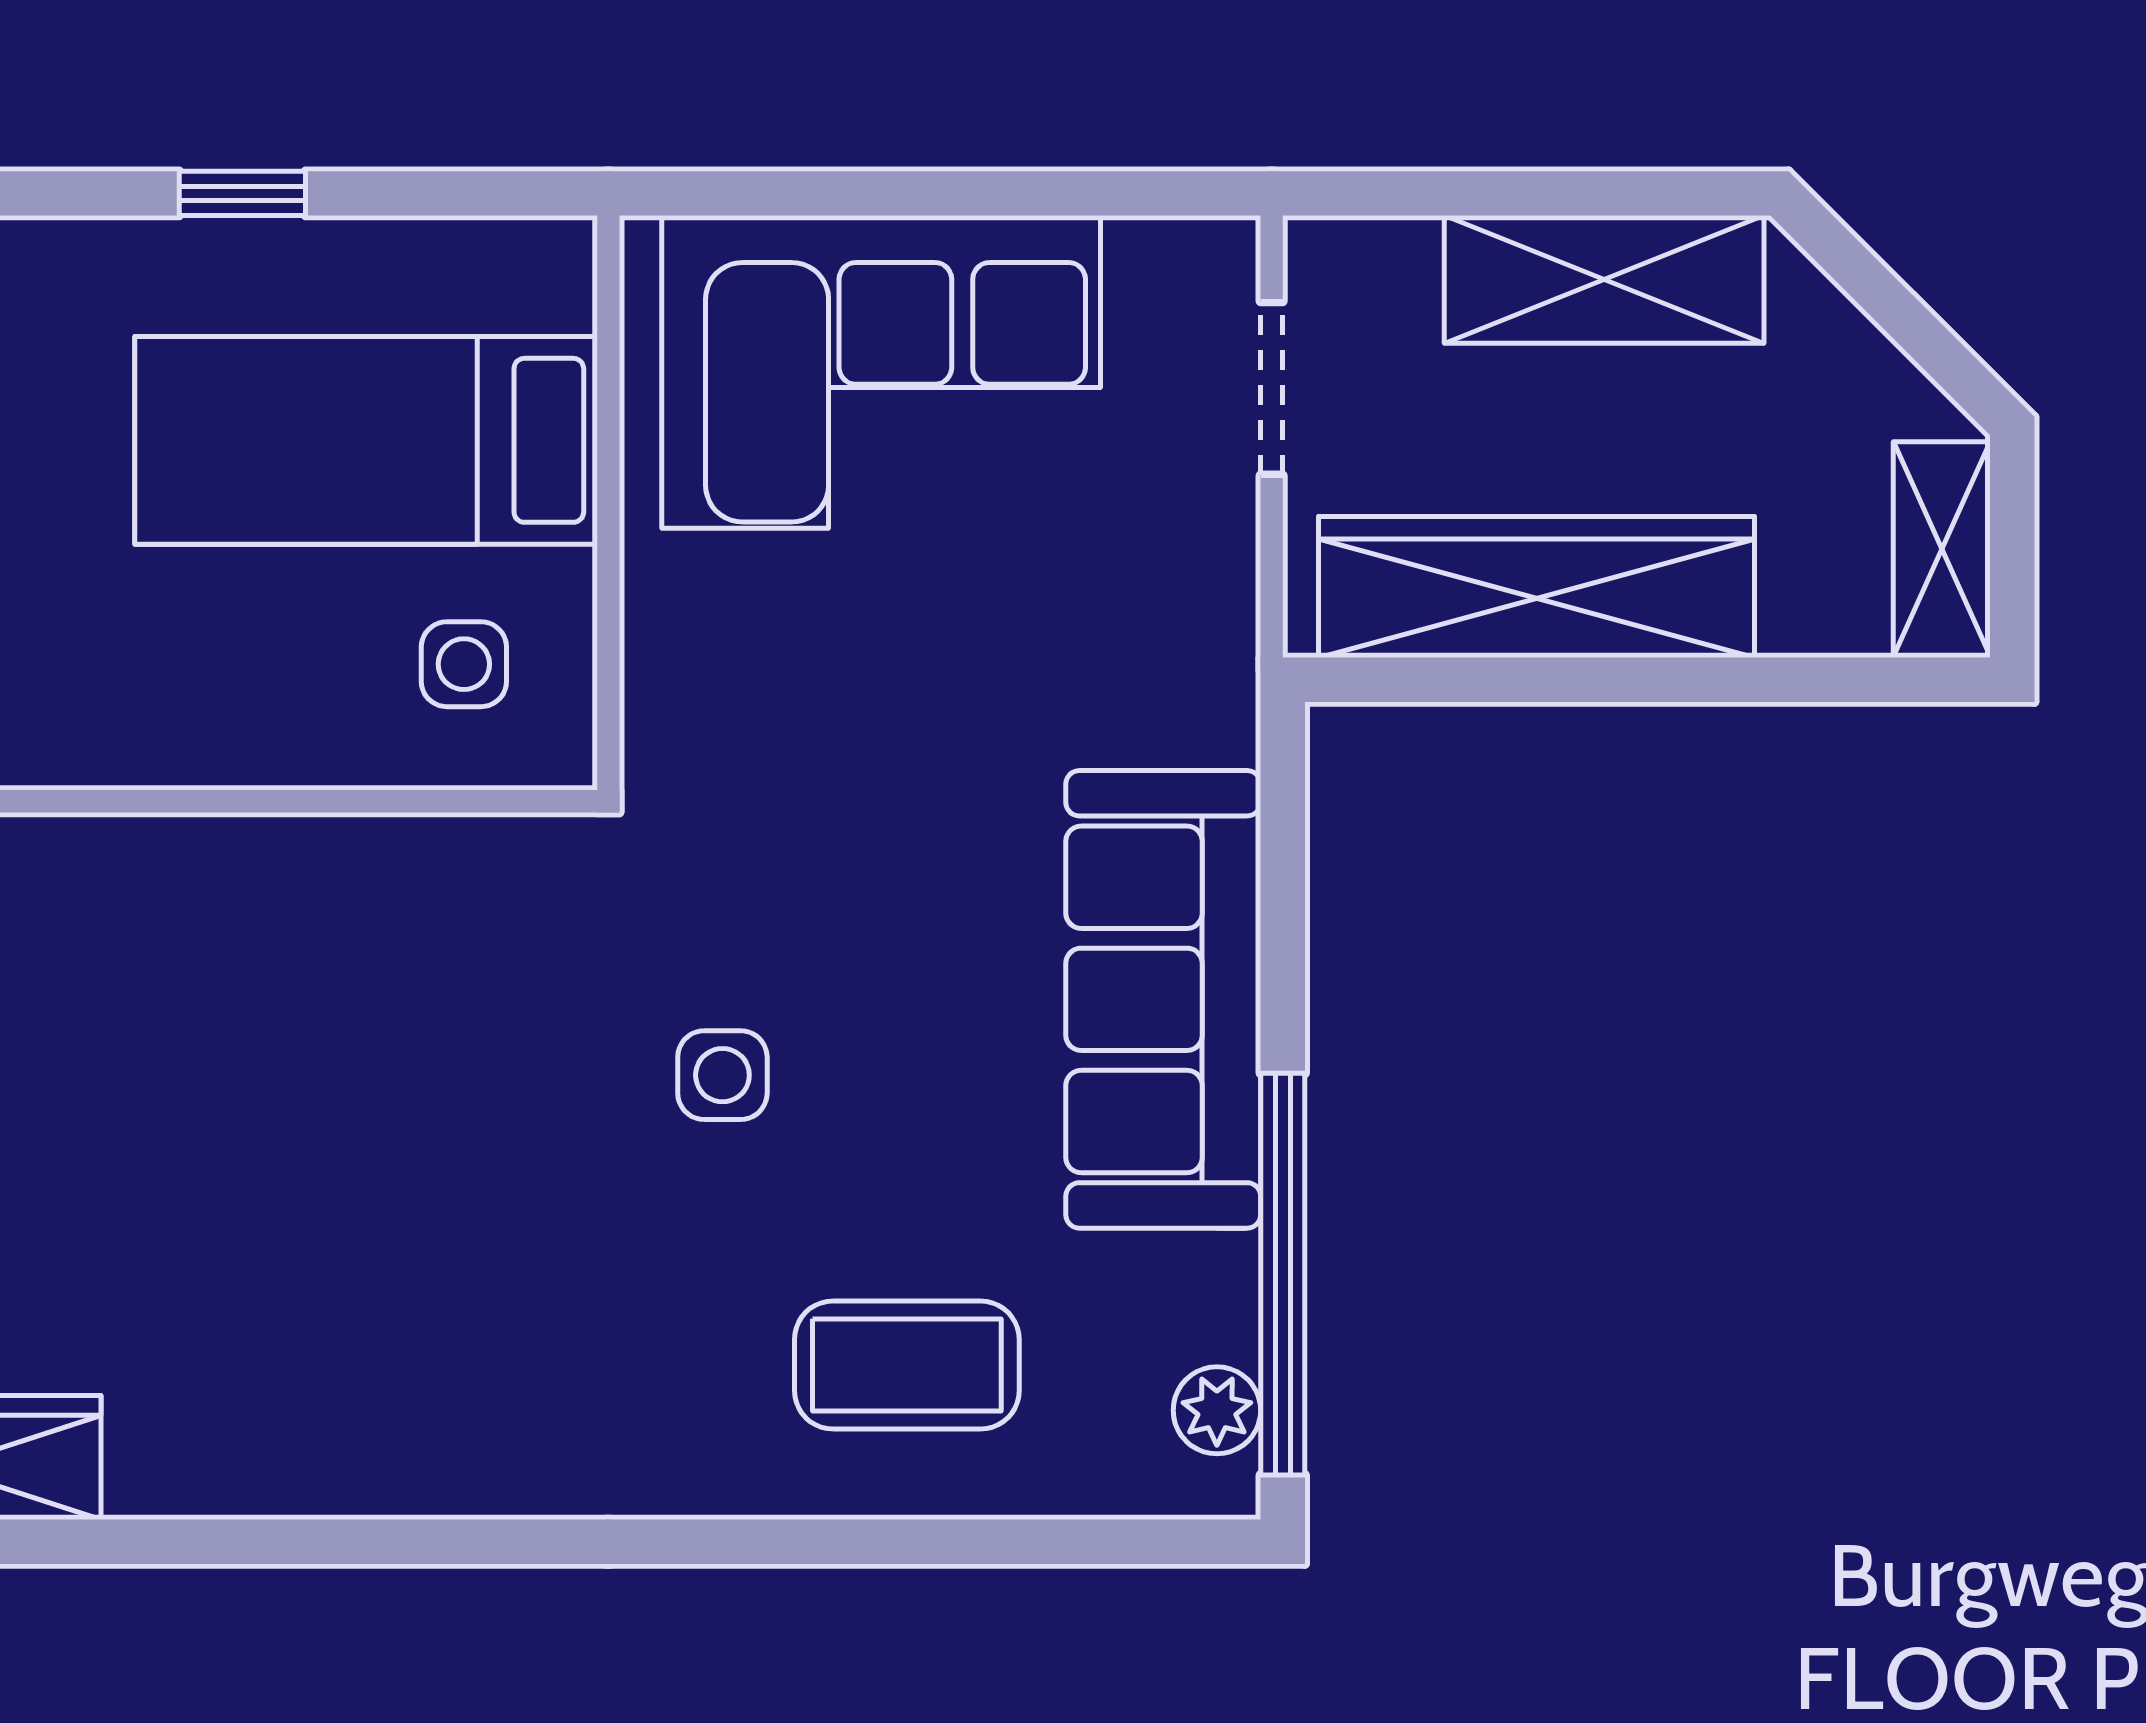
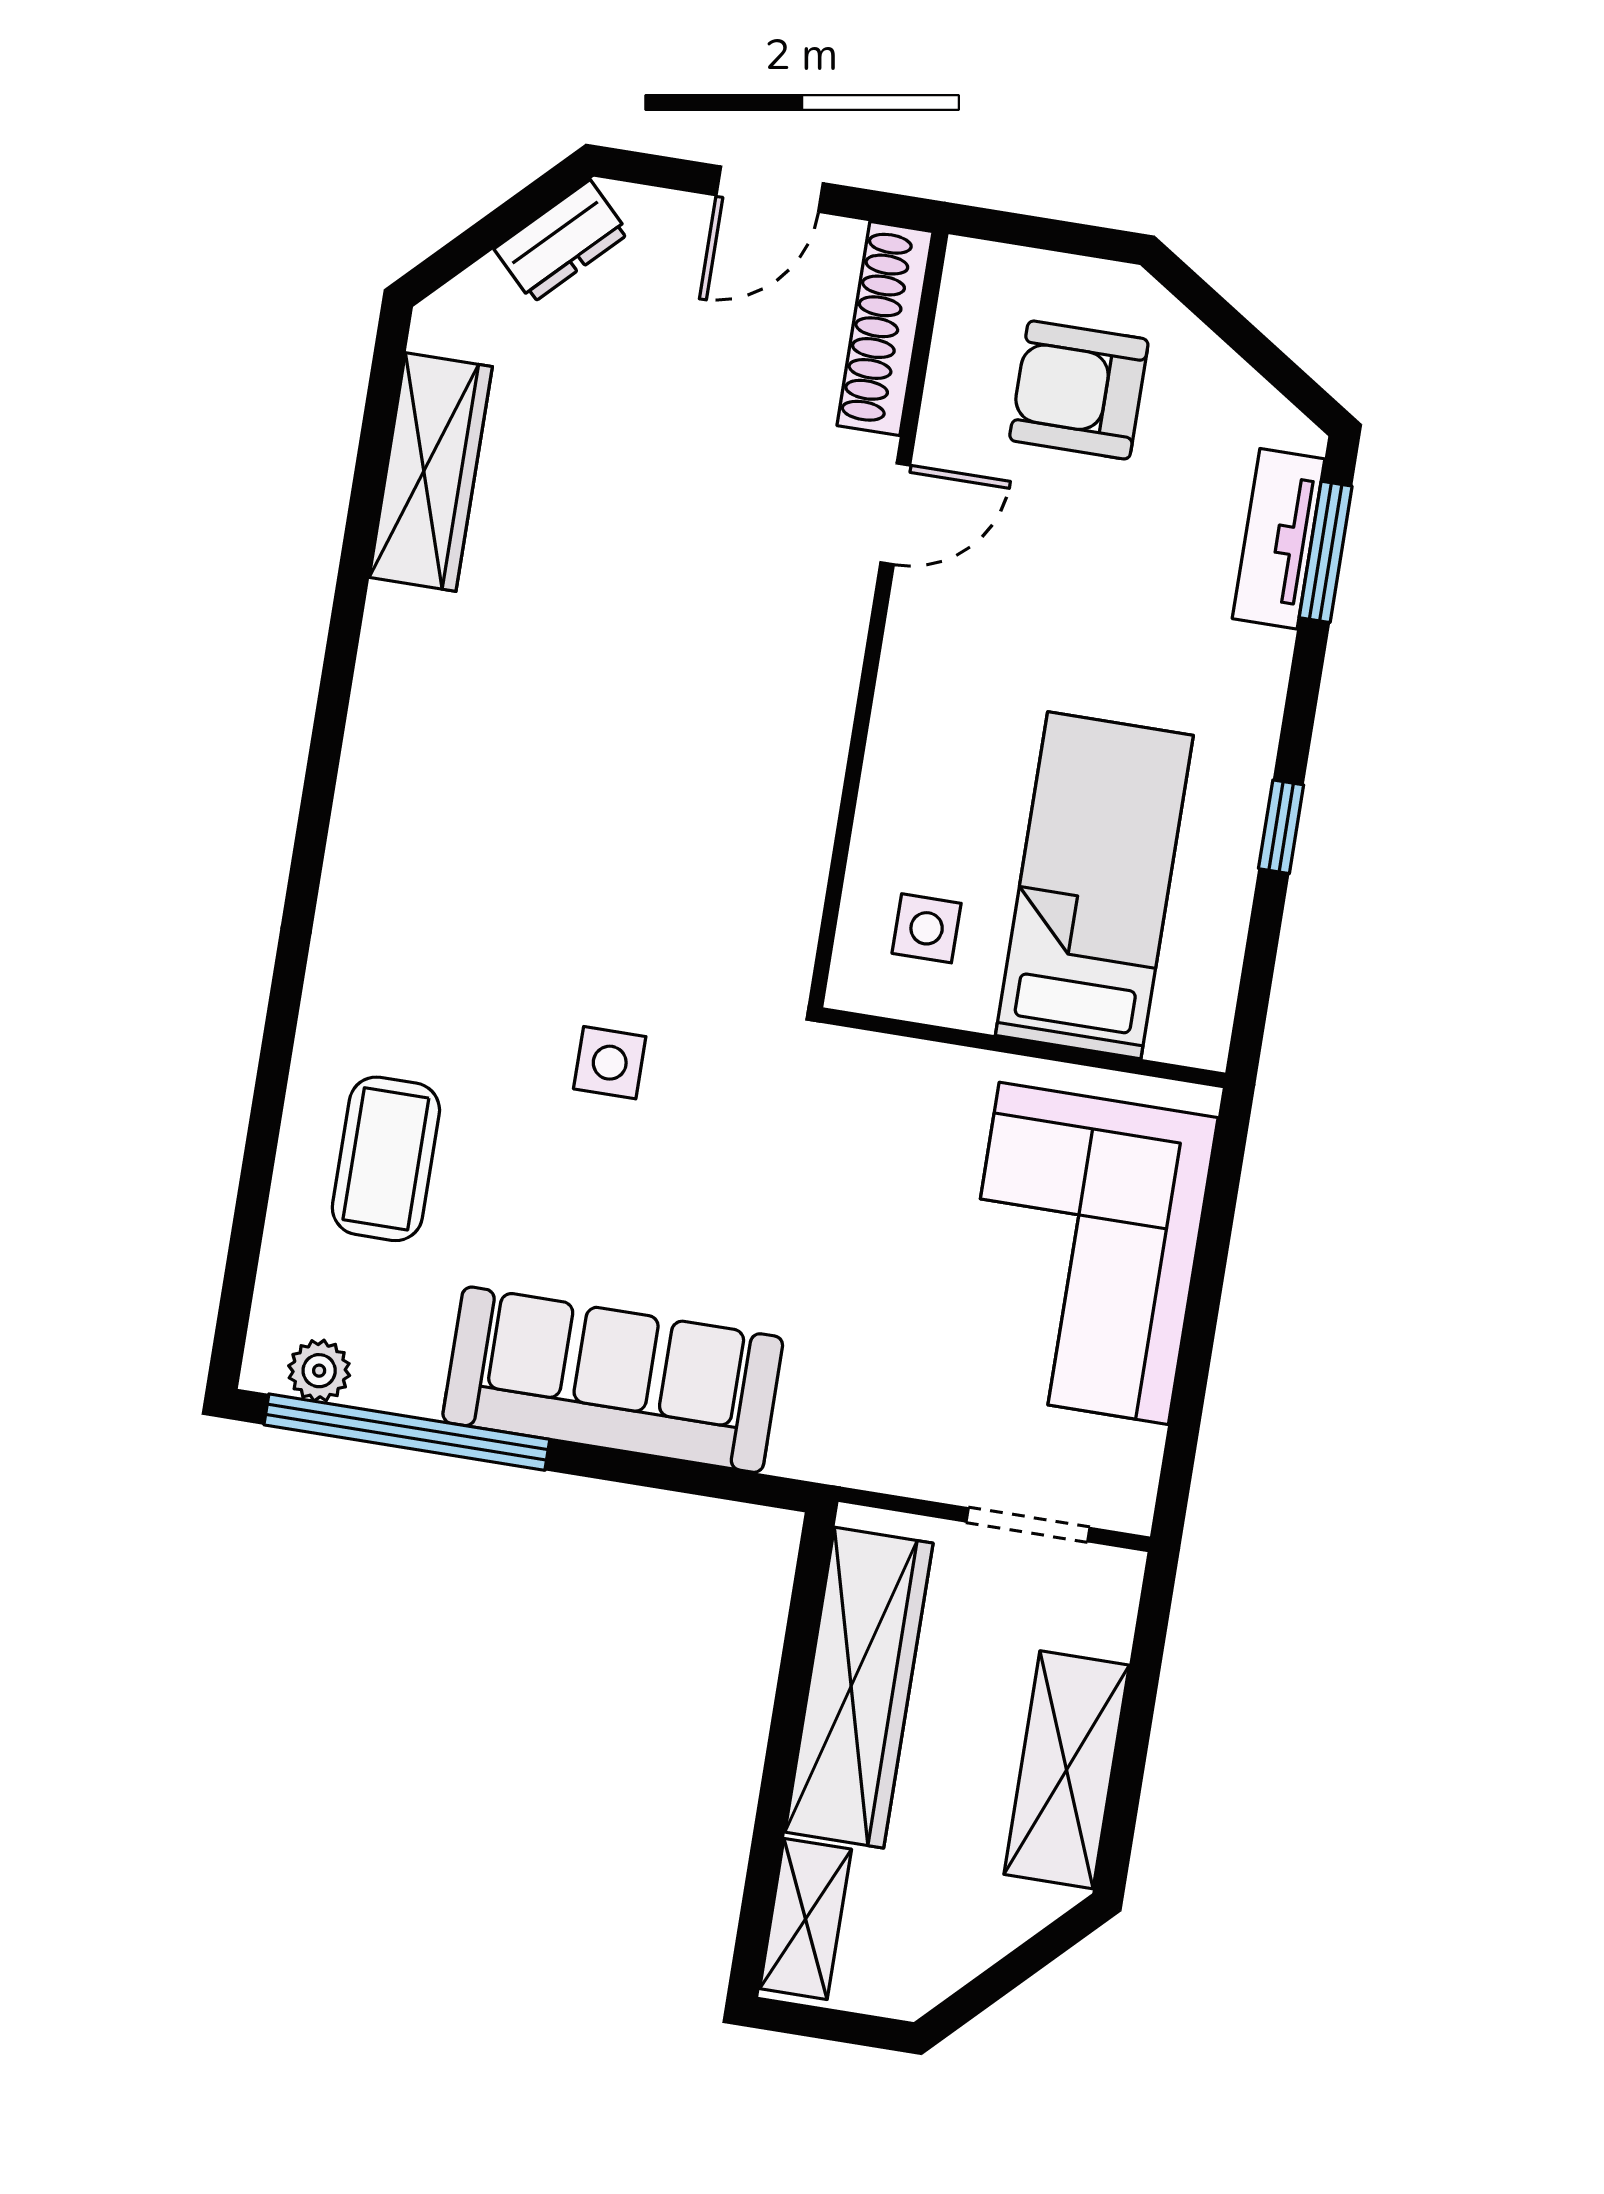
shelving: (1942, 549) -> (806, 1919), moved, turned 90

